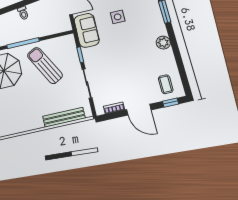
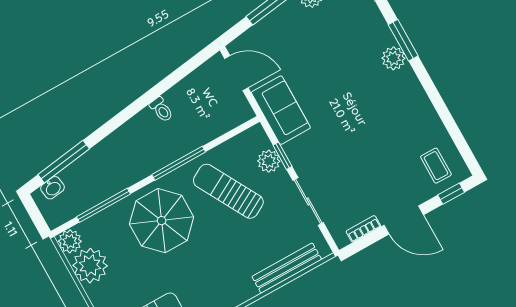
side table: (118, 17) -> (327, 72), removed
plant: (163, 43) -> (393, 58), moved
plant: (72, 55) -> (269, 161), added

